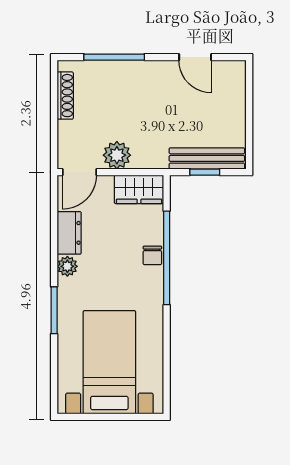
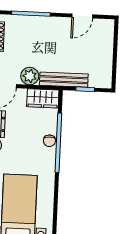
door: (195, 57) -> (82, 16), hinge flipped
bench: (207, 158) -> (64, 80), moved

